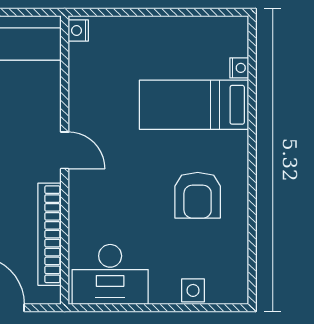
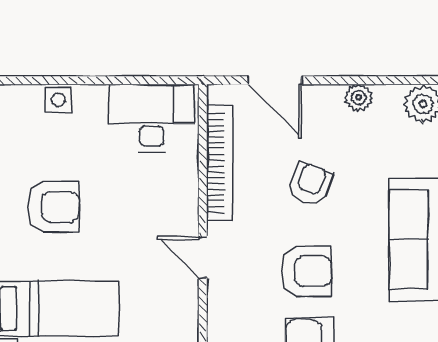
armchair: (198, 195) -> (53, 207), turned 90

